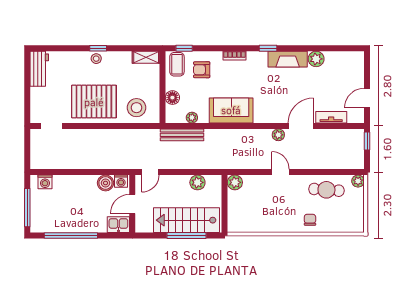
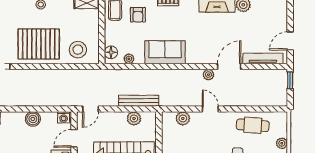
armchair: (202, 70) -> (138, 15), turned -90
floor lamp: (172, 98) -> (111, 52), moved
tv unit: (331, 117) -> (263, 58), width x1.41
bench: (182, 135) -> (139, 101), moved
plant: (358, 181) -> (282, 143), moved
plant: (235, 182) -> (183, 118), moved
boiler: (106, 183) -> (33, 119), moved

